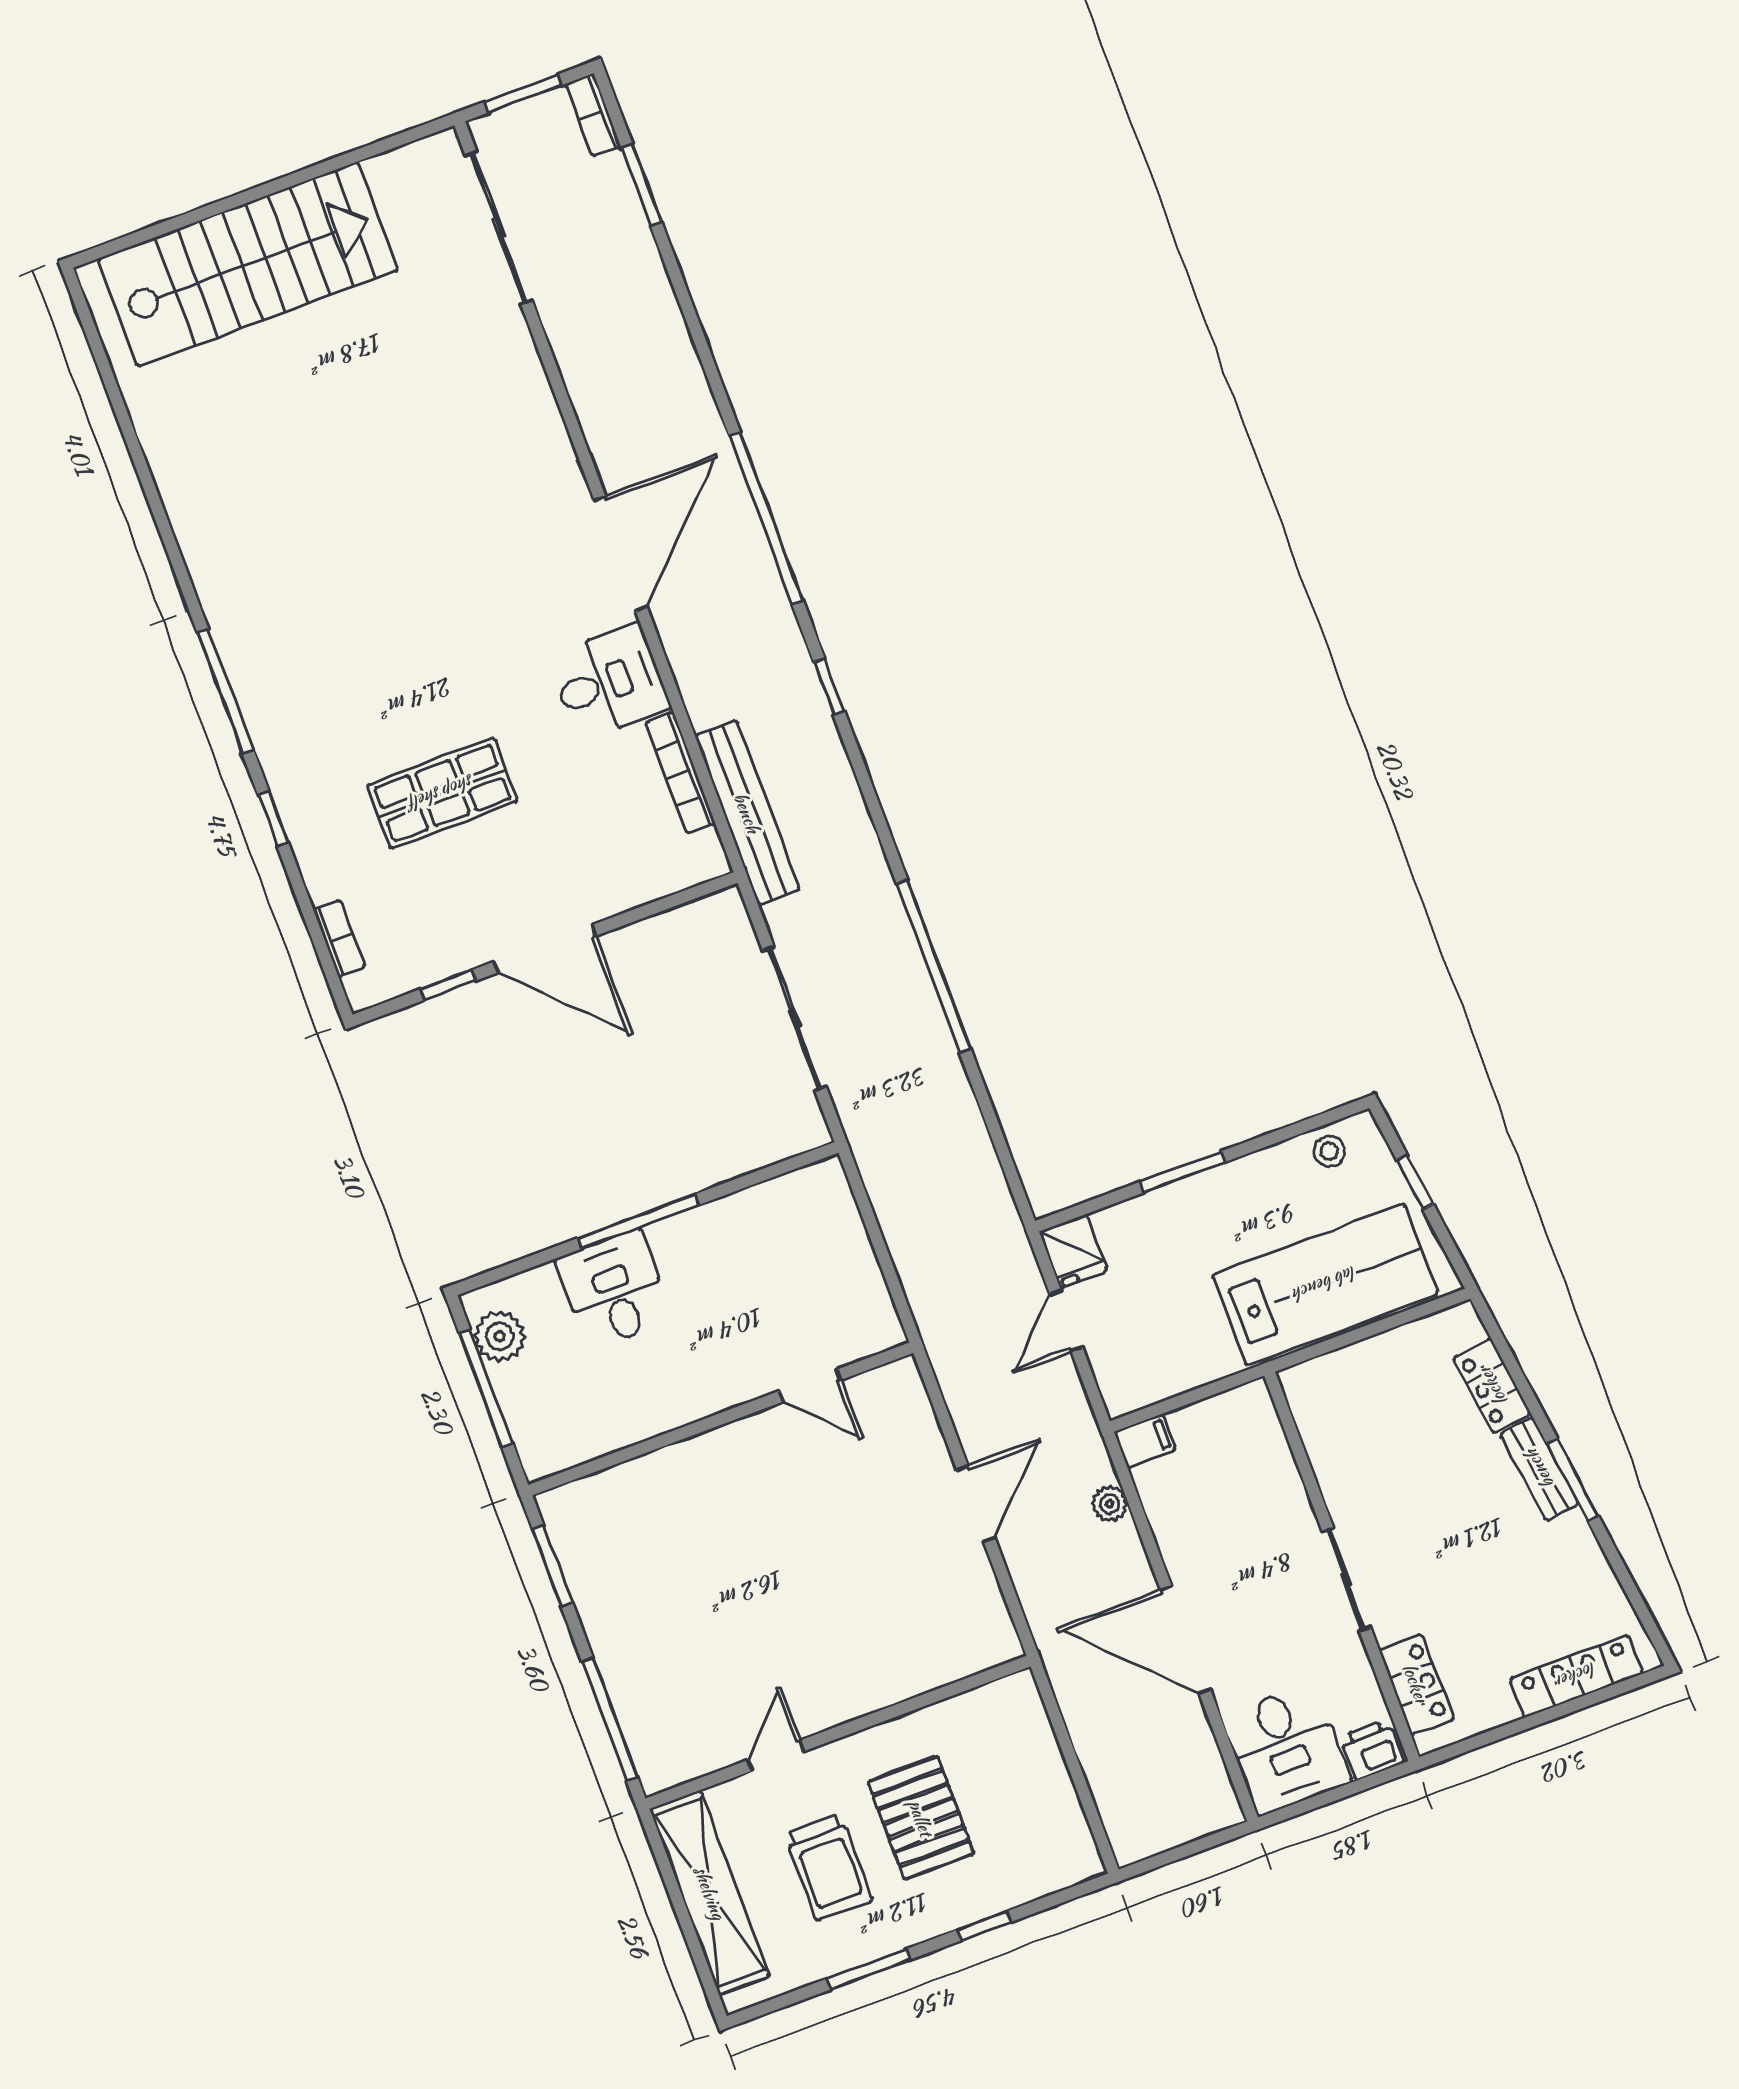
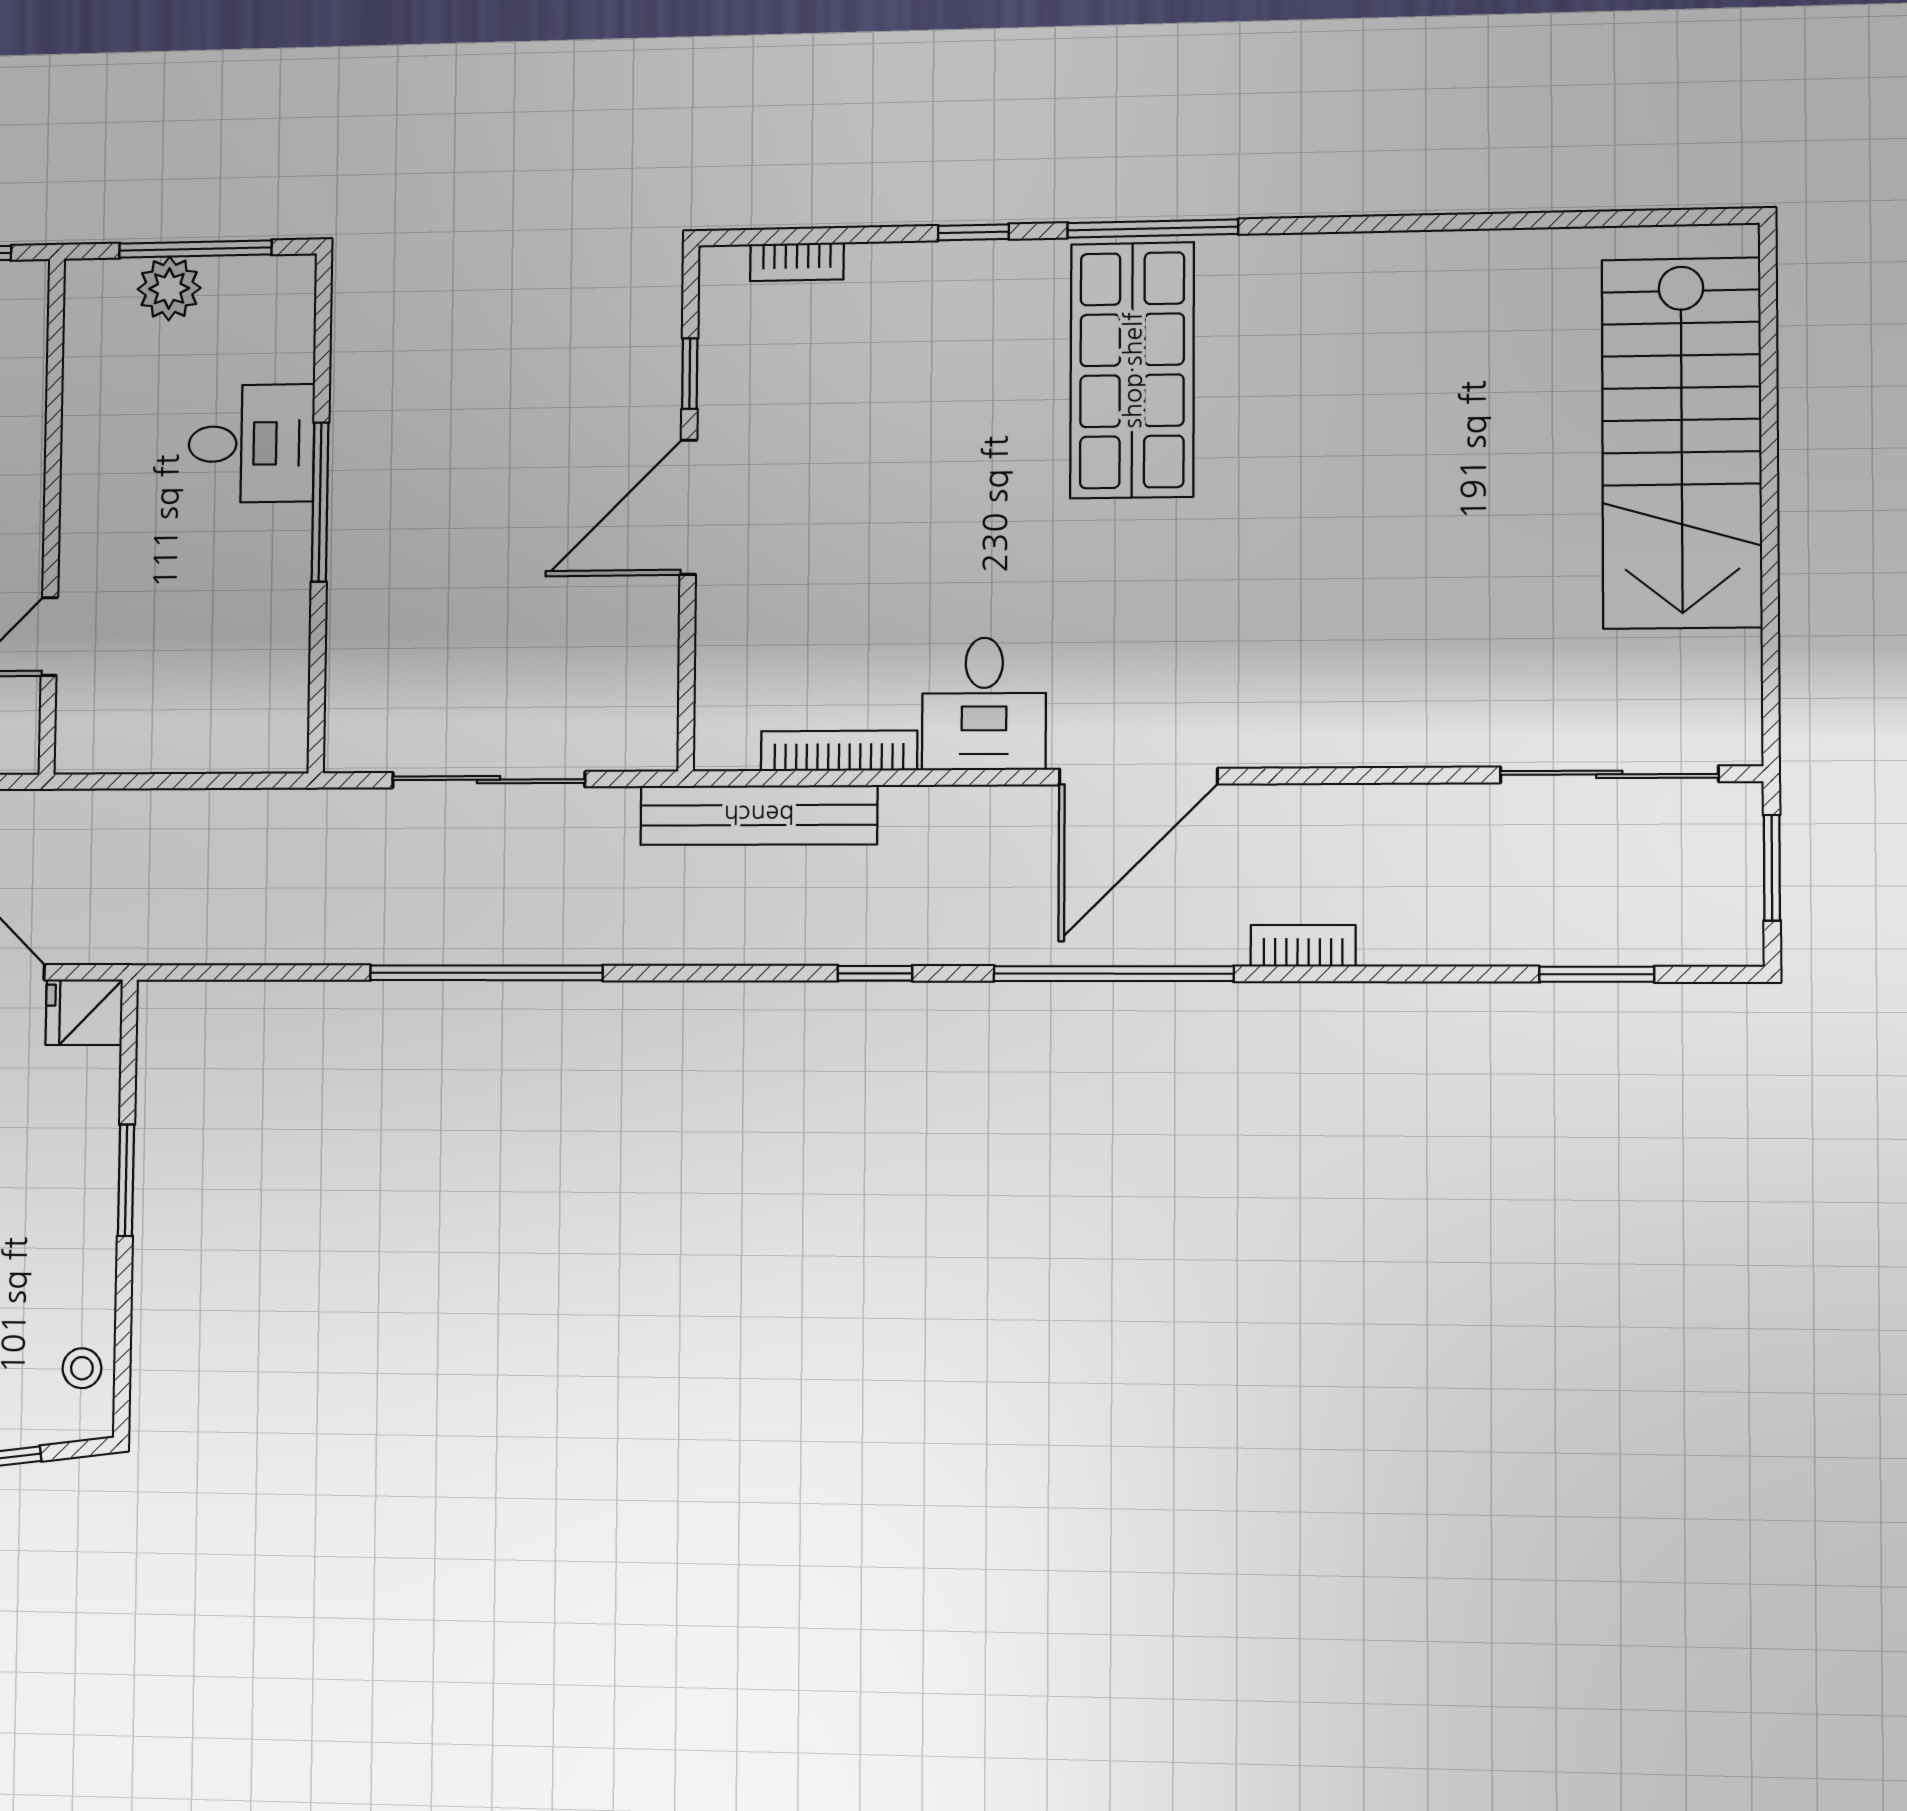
bookcase: (593, 115) -> (1303, 946), moved
door: (621, 553) -> (1138, 777), hinge flipped
shop shelf: (442, 793) -> (1132, 370), moved, width x1.43, depth x1.36
plant: (500, 1336) -> (169, 289), moved

